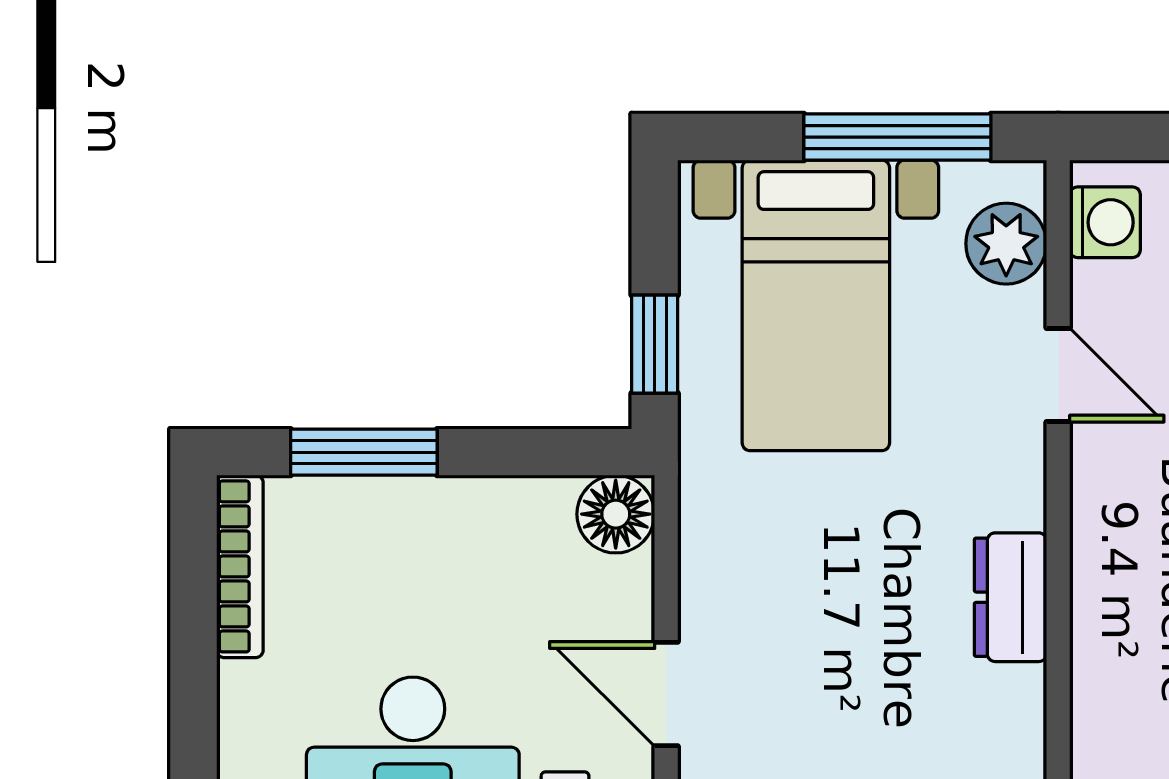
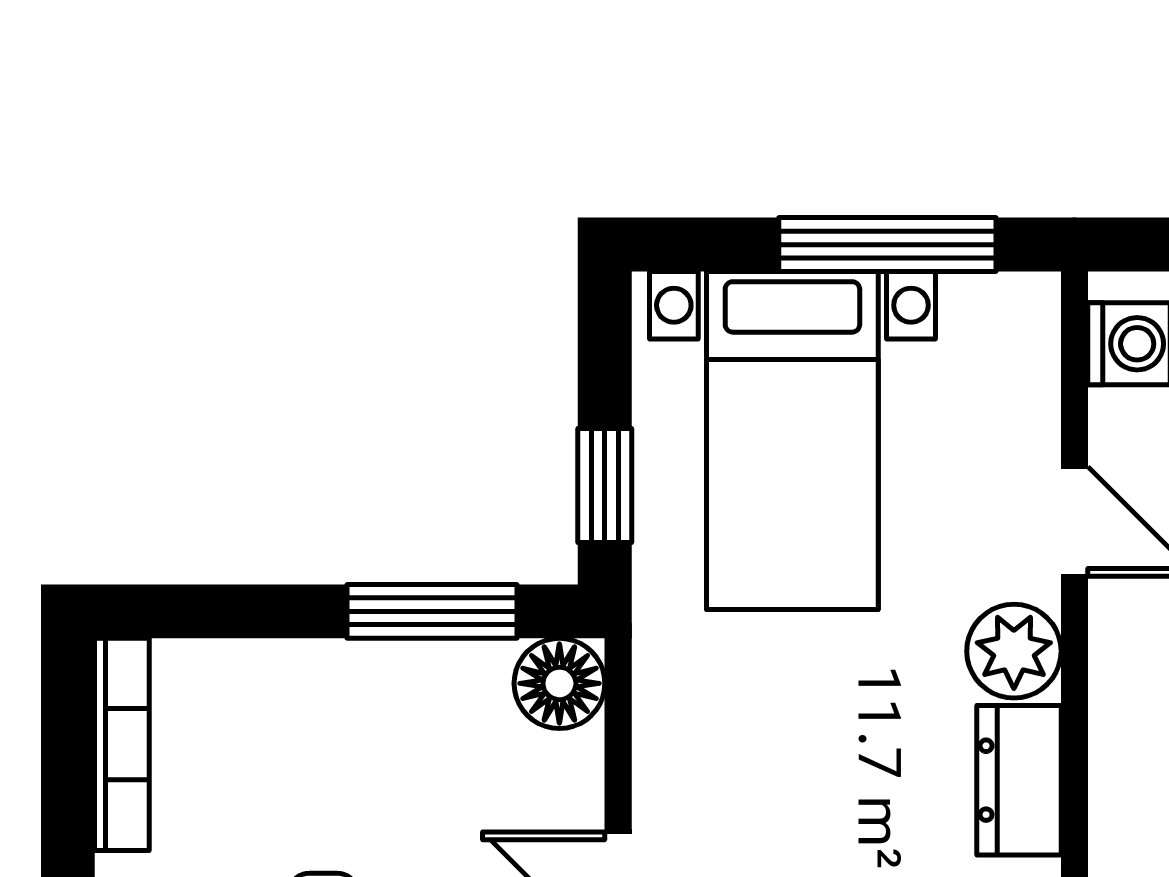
plant: (1006, 244) -> (1014, 651), moved
window: (364, 452) -> (432, 611), moved

